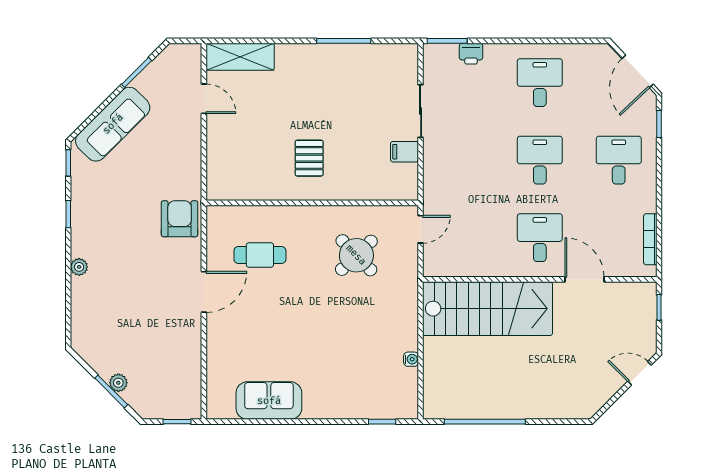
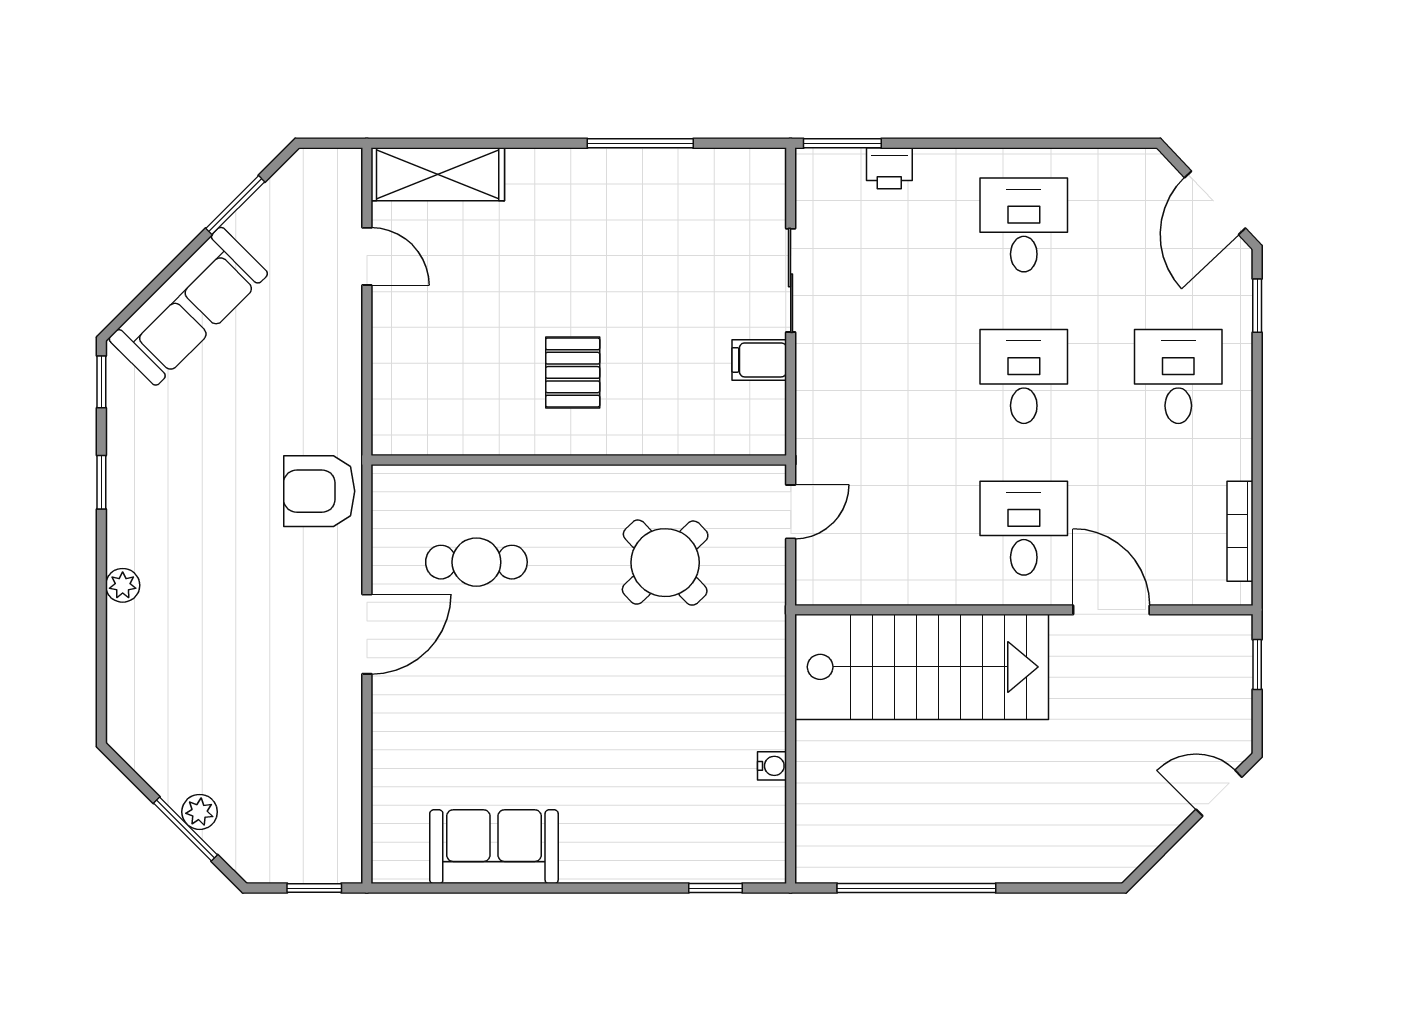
armchair: (180, 219) -> (319, 491), turned -90

